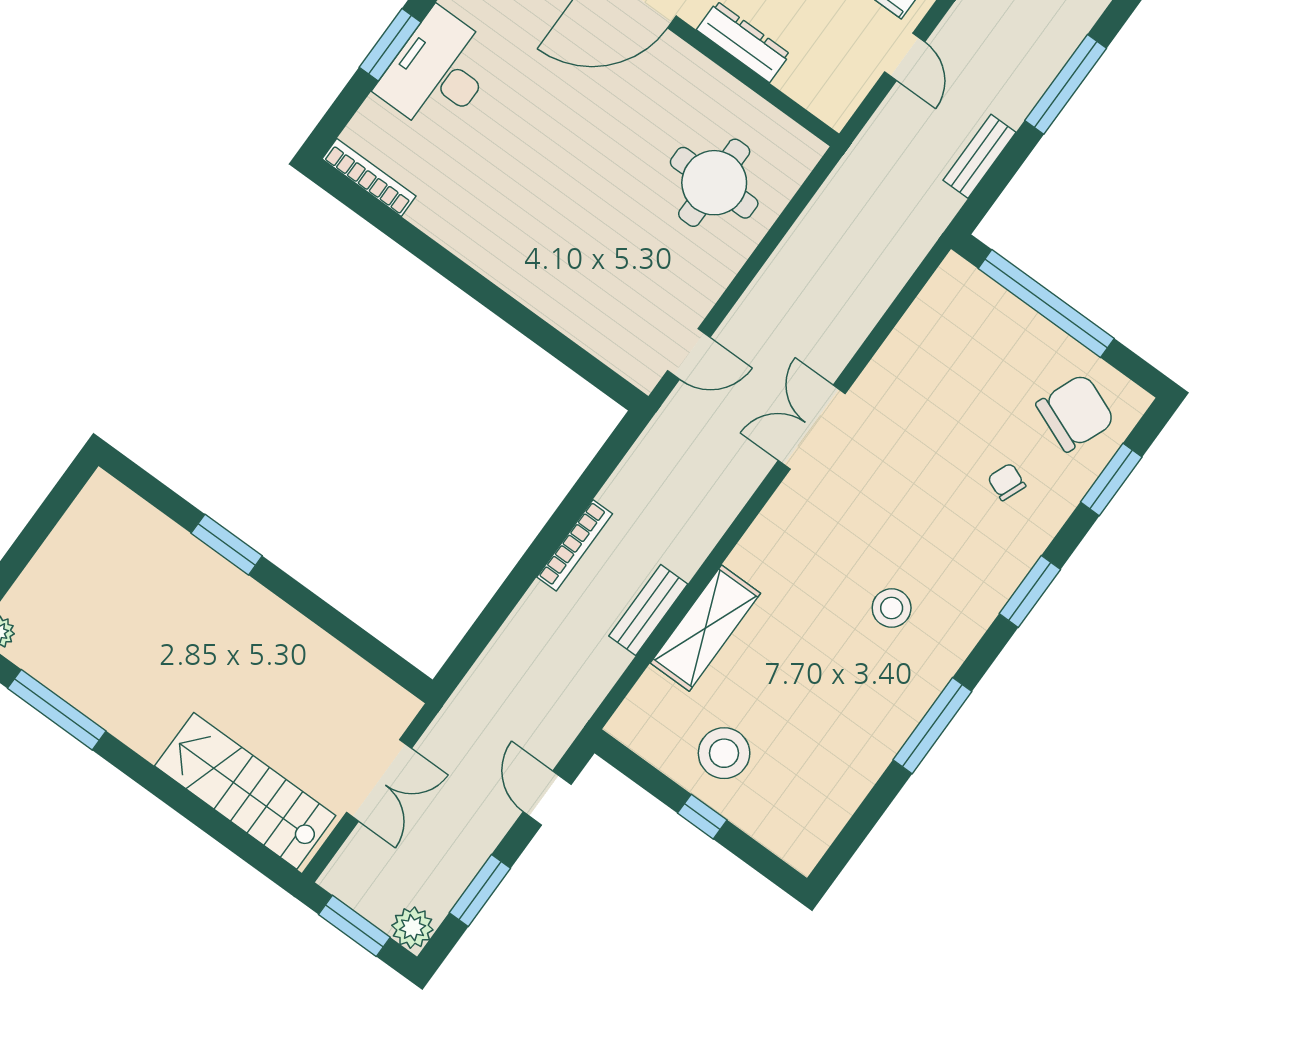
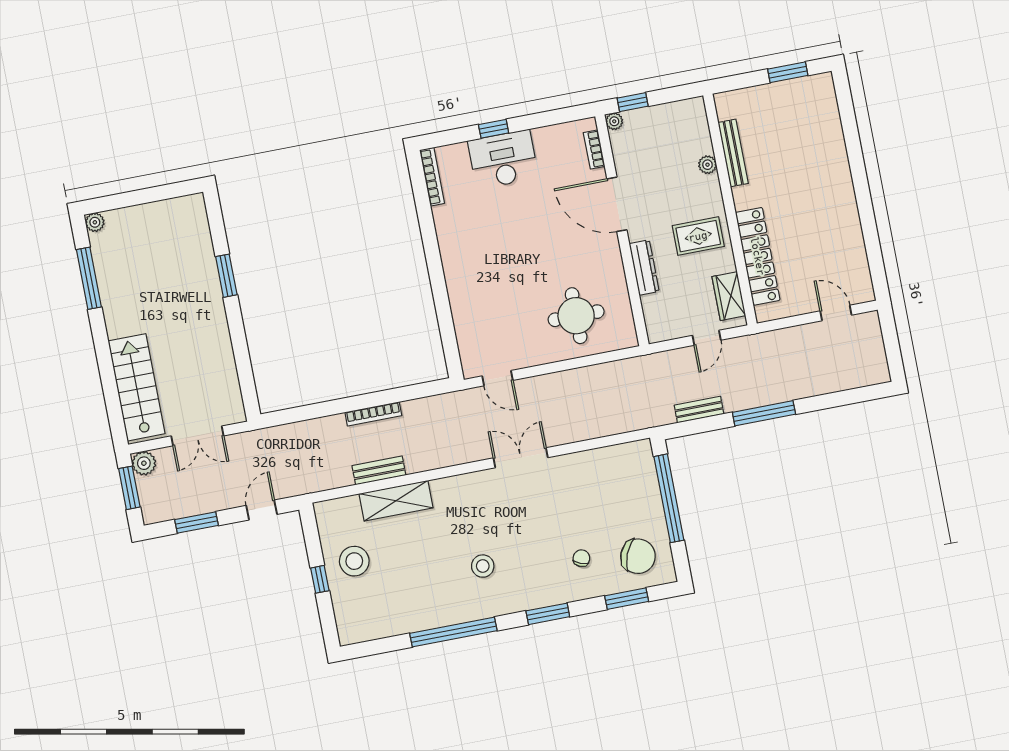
window: (390, 45) -> (494, 129), width x0.67
window: (932, 726) -> (453, 632), width x1.46
plant: (412, 928) -> (144, 463), moved

